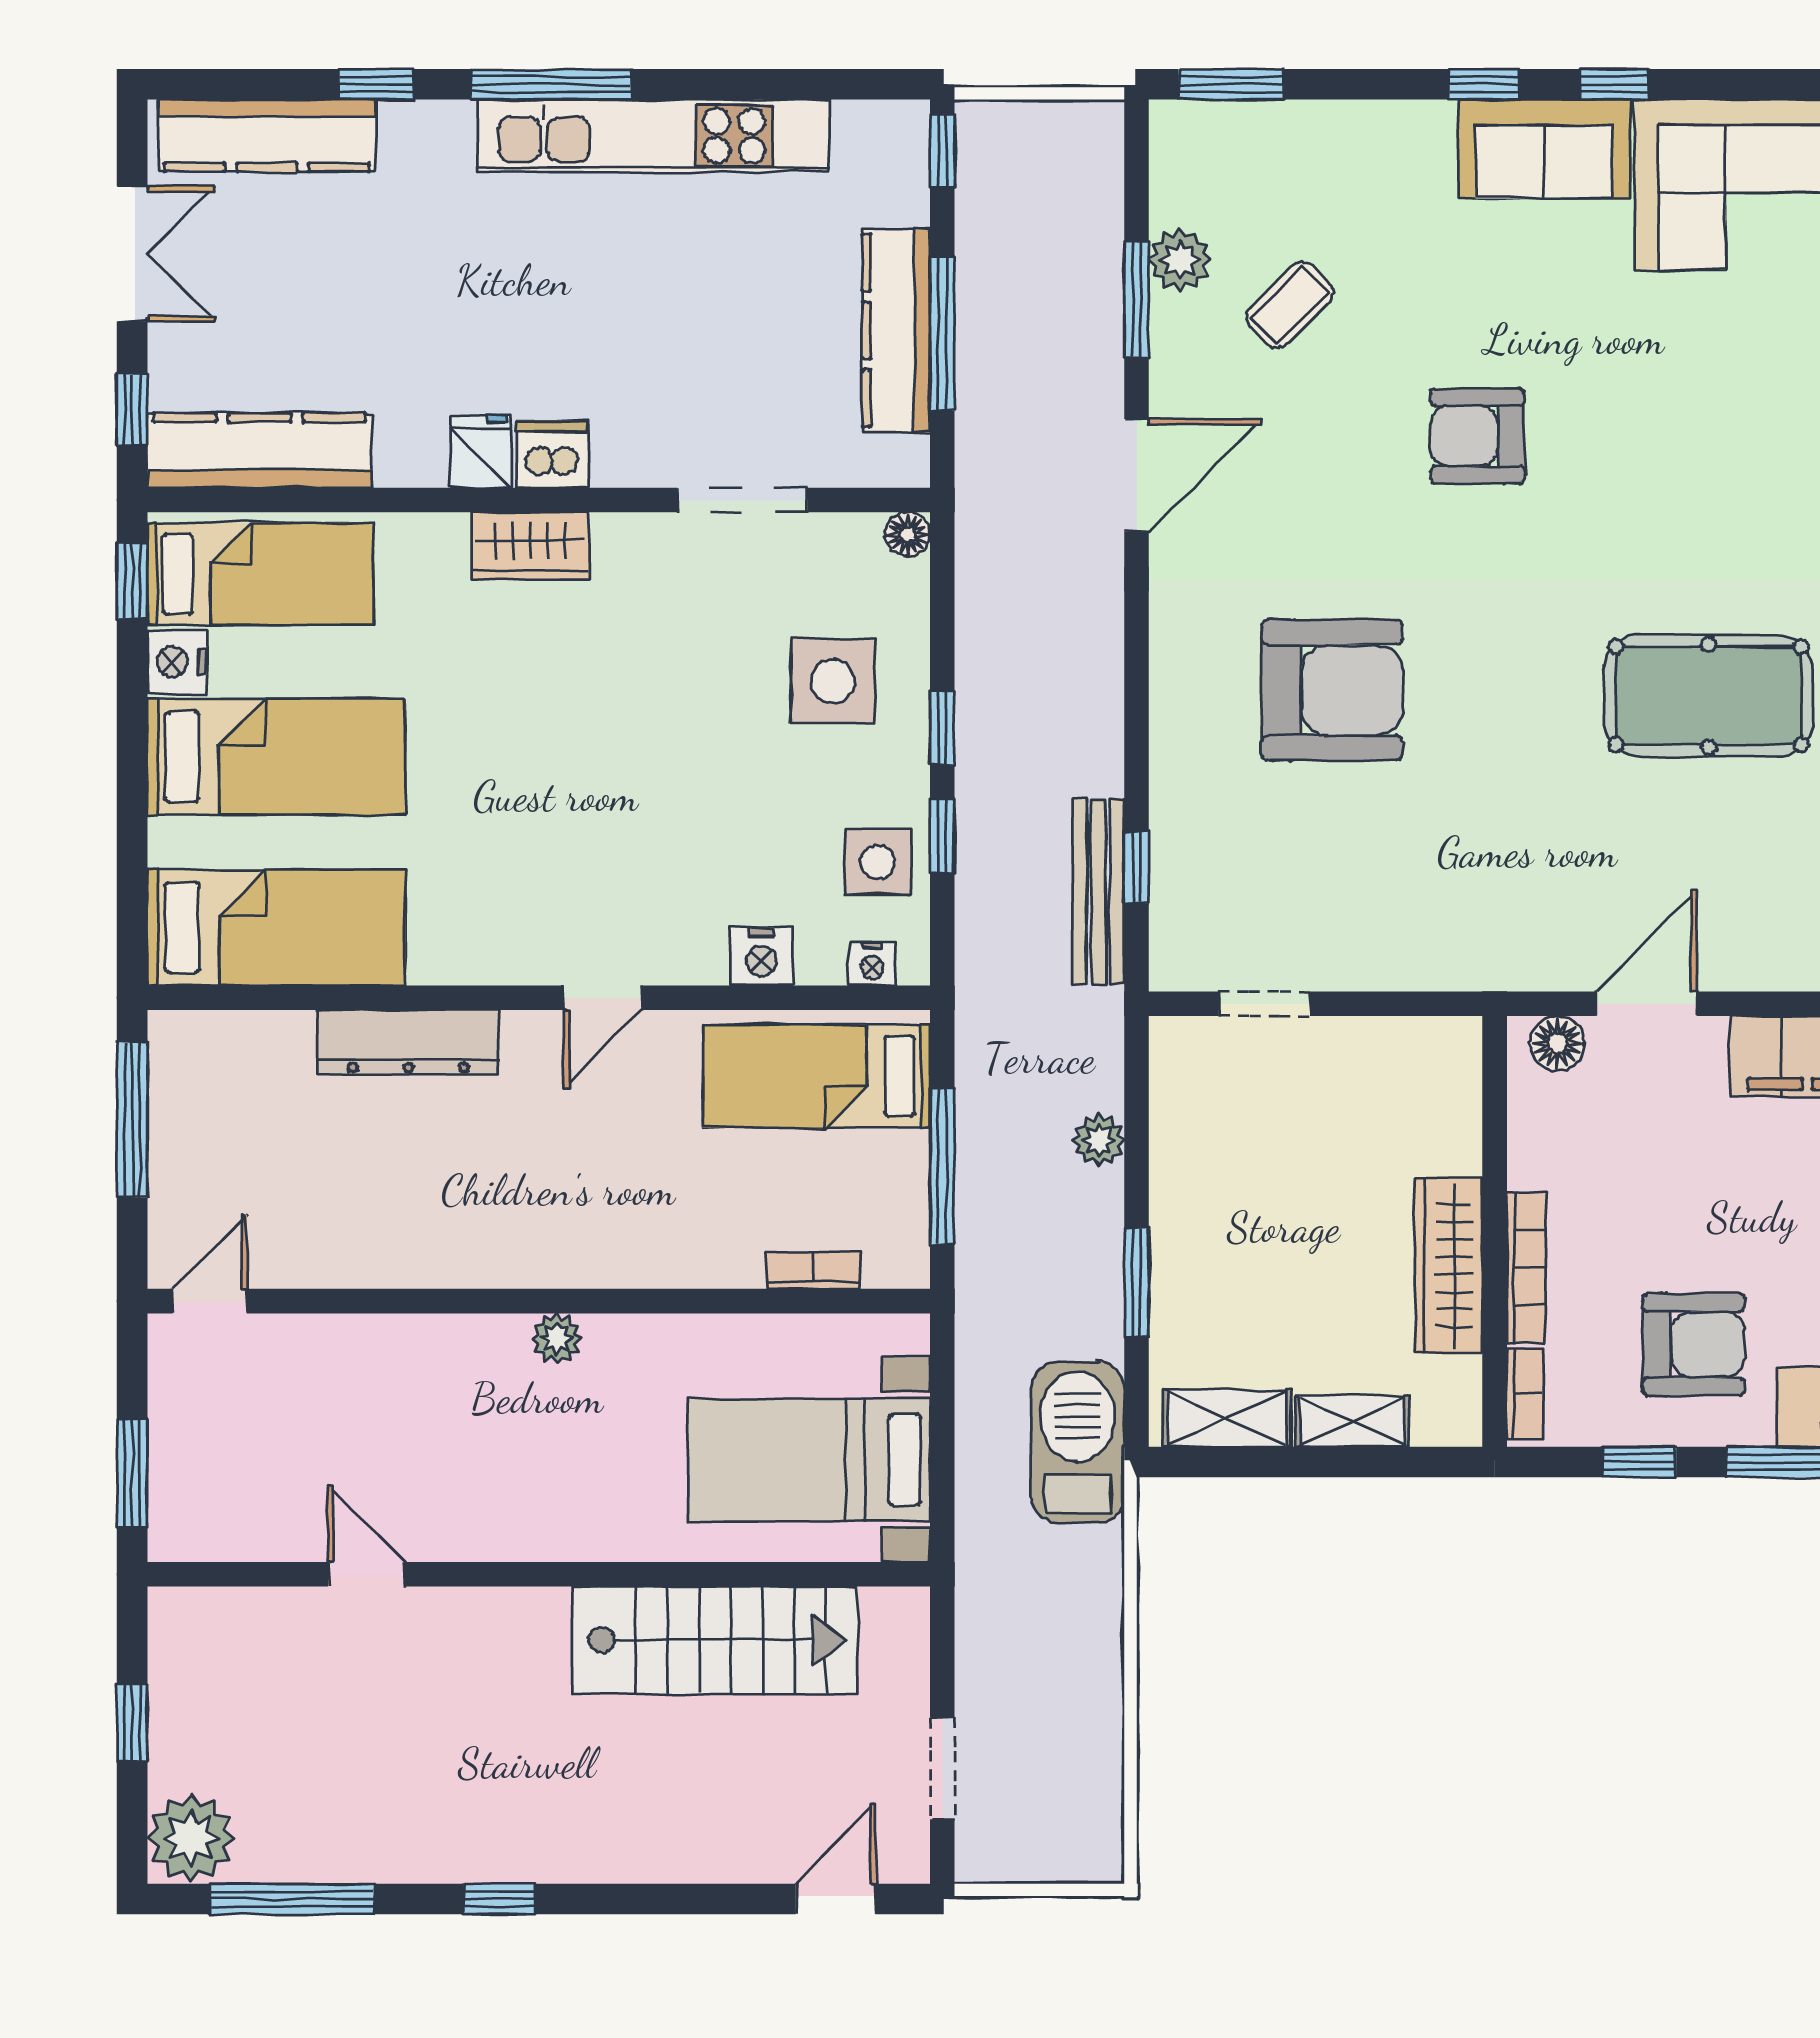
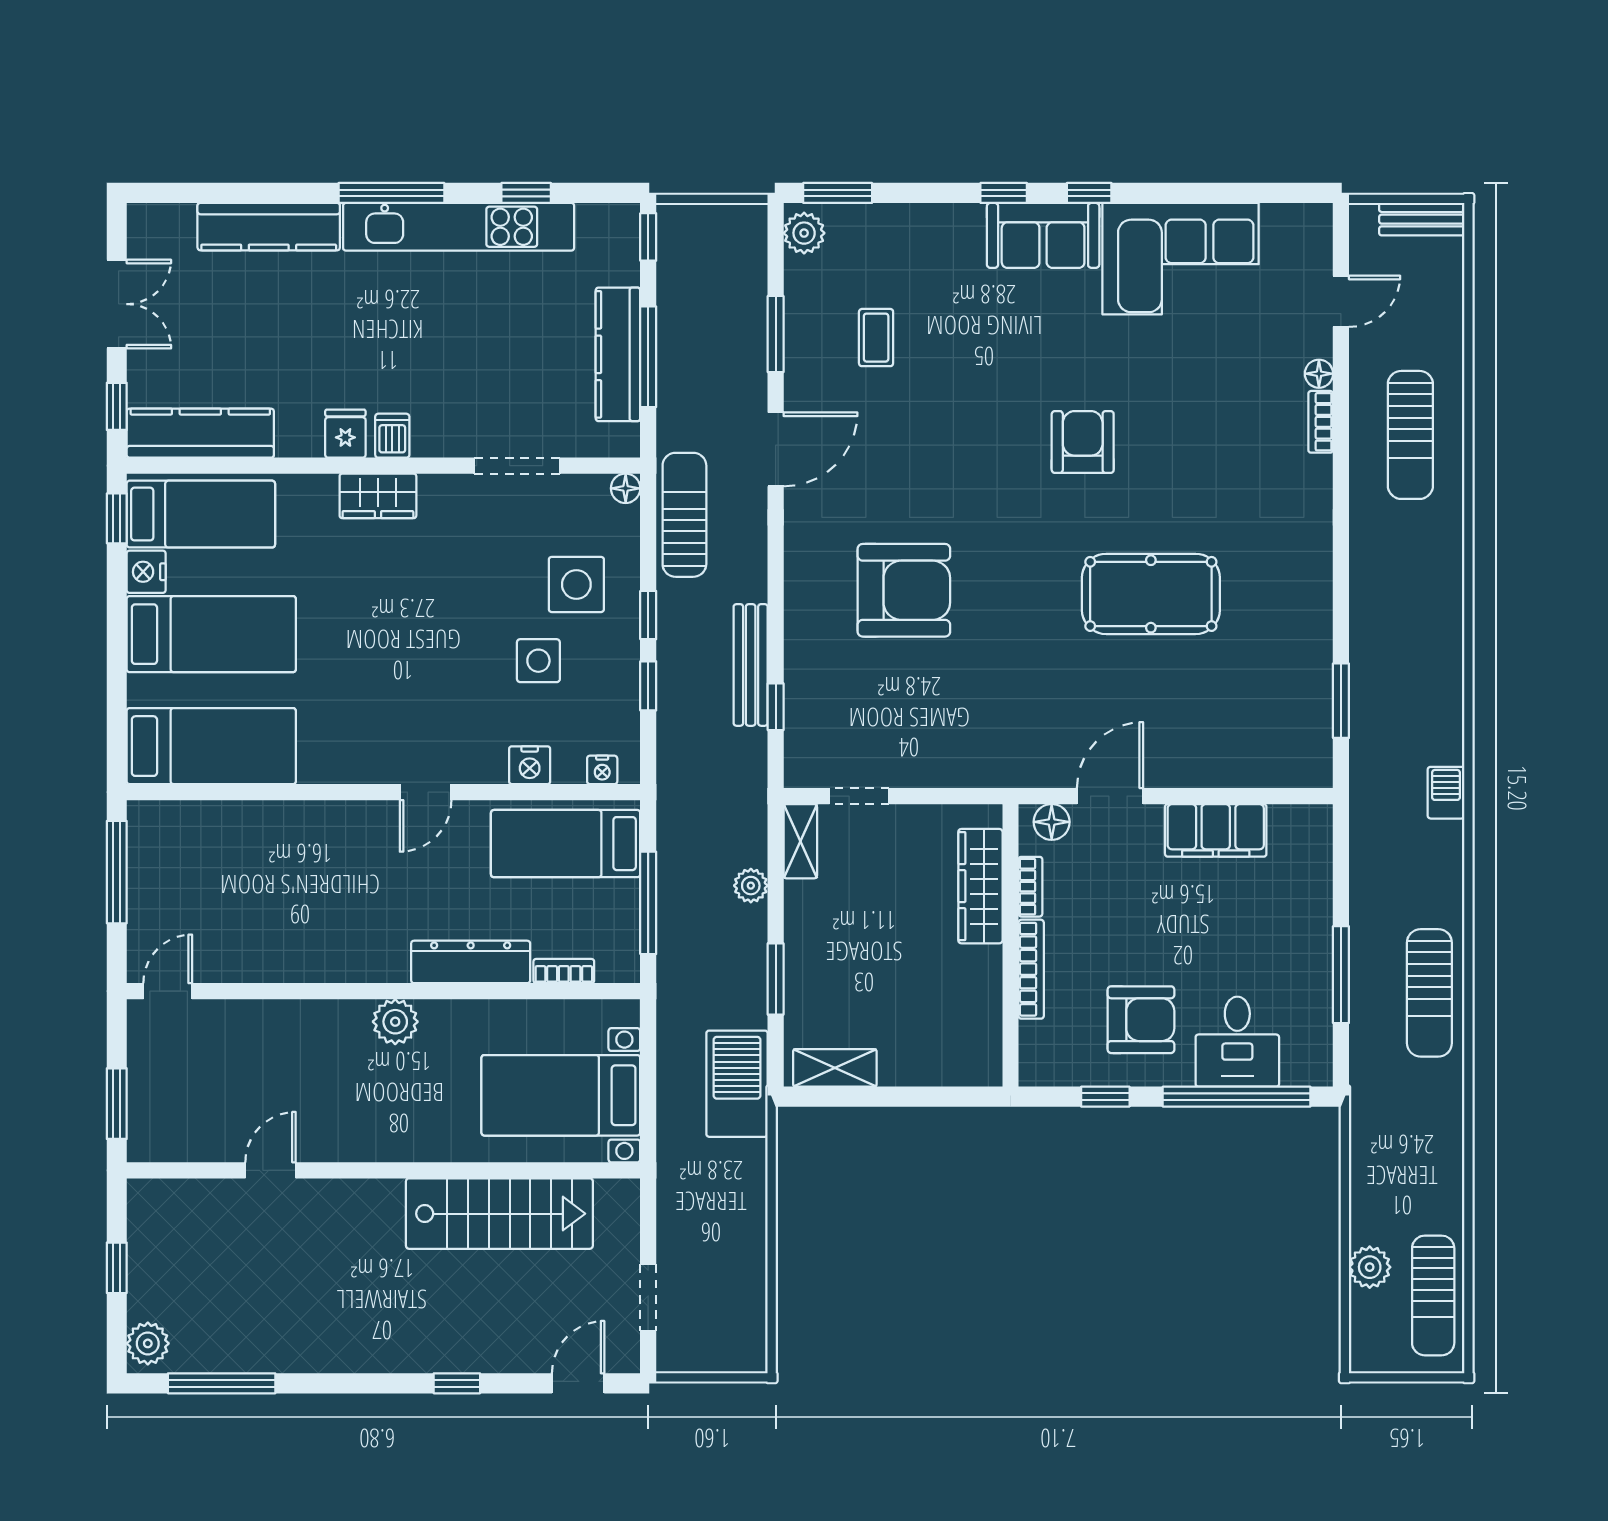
window: (376, 84) -> (526, 193), moved
kitchen counter: (267, 136) -> (269, 227), moved
plant: (1180, 260) -> (804, 233), moved
coffee table: (1290, 305) -> (876, 338), turned -45
armchair: (1477, 436) -> (1083, 442), moved, turned 90
dishwasher: (552, 454) -> (392, 436), width x0.73
sun lounger: (997, 575) -> (684, 515), added
side table: (878, 862) -> (538, 661), moved
bench: (1098, 892) -> (751, 665), moved
dresser: (408, 1042) -> (471, 962), moved, turned 180
wardrobe: (1449, 1265) -> (980, 886), moved
plant: (557, 1338) -> (395, 1022), width x1.38, depth x1.38
bookcase: (1525, 1393) -> (1030, 887), moved
shelving: (1352, 1421) -> (800, 841), moved, turned 90
door: (367, 1574) -> (270, 1170), hinge flipped
plant: (191, 1838) -> (148, 1343), width x0.73, depth x0.73
window: (499, 1899) -> (457, 1383), moved

